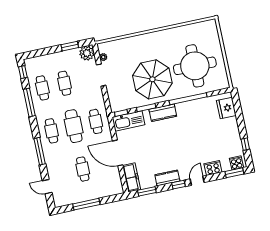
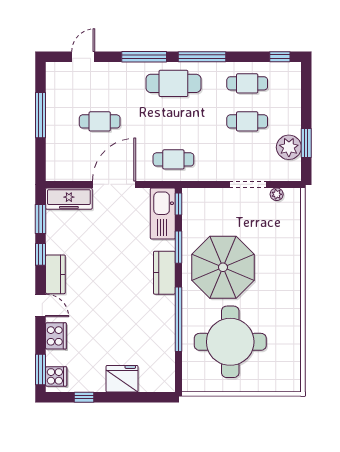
plant: (87, 53) -> (289, 147), moved
window: (29, 103) -> (202, 57), moved
fridge: (226, 108) -> (122, 379), moved
cafe table: (74, 126) -> (173, 121), removed
cafe table: (51, 131) -> (173, 83), width x1.37, depth x1.35
kitchen counter: (167, 178) -> (55, 274), moved
window: (179, 185) -> (41, 254), moved

